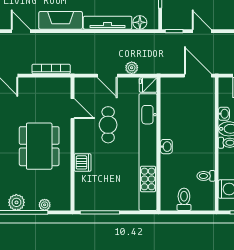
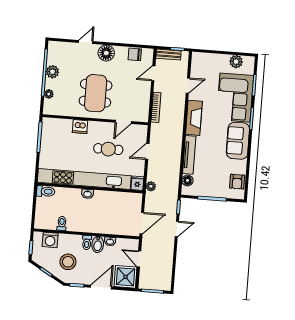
plant: (132, 68) -> (151, 186), moved
dining table: (39, 146) -> (96, 93), turned 90
toilet: (184, 199) -> (46, 191), moved

